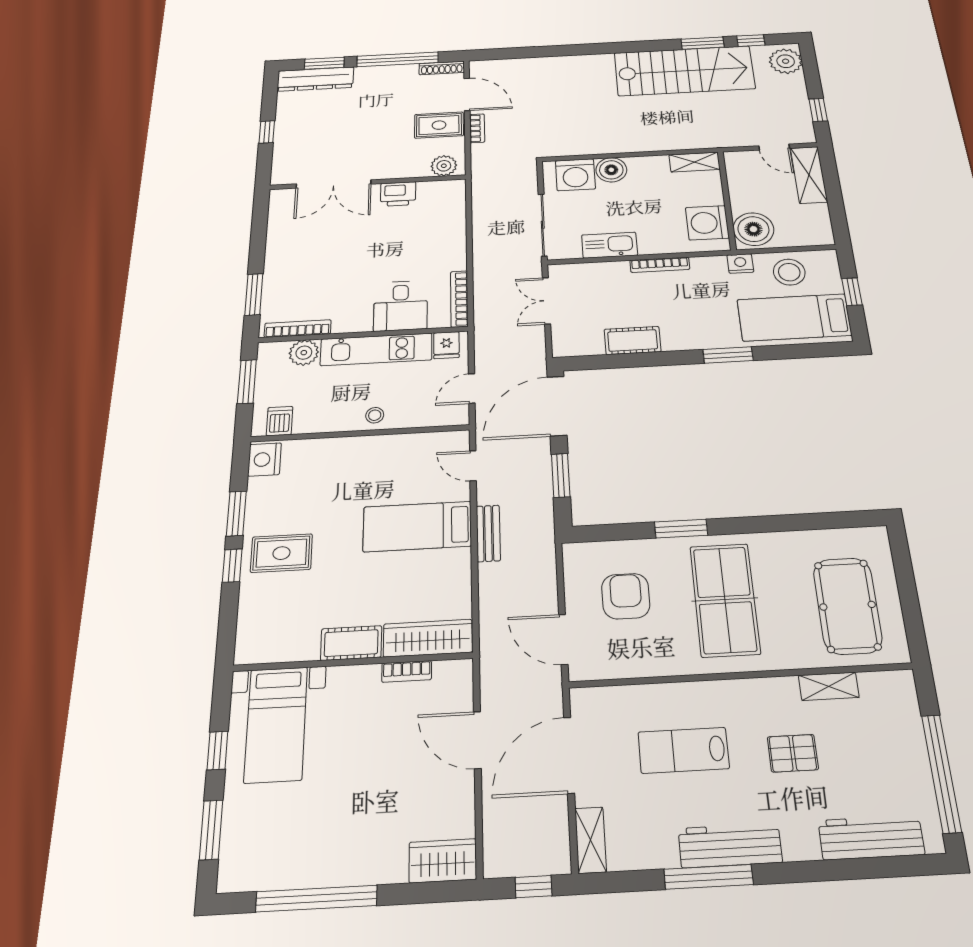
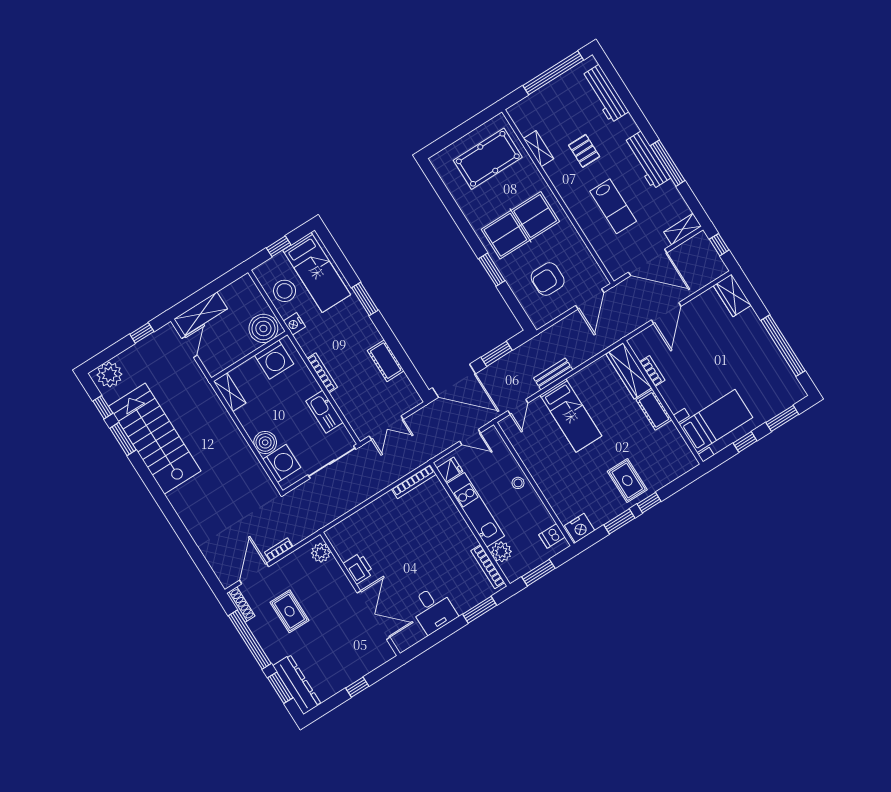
rug: (439, 125) -> (289, 611), moved
desk: (401, 306) -> (433, 610), moved, turned 90

